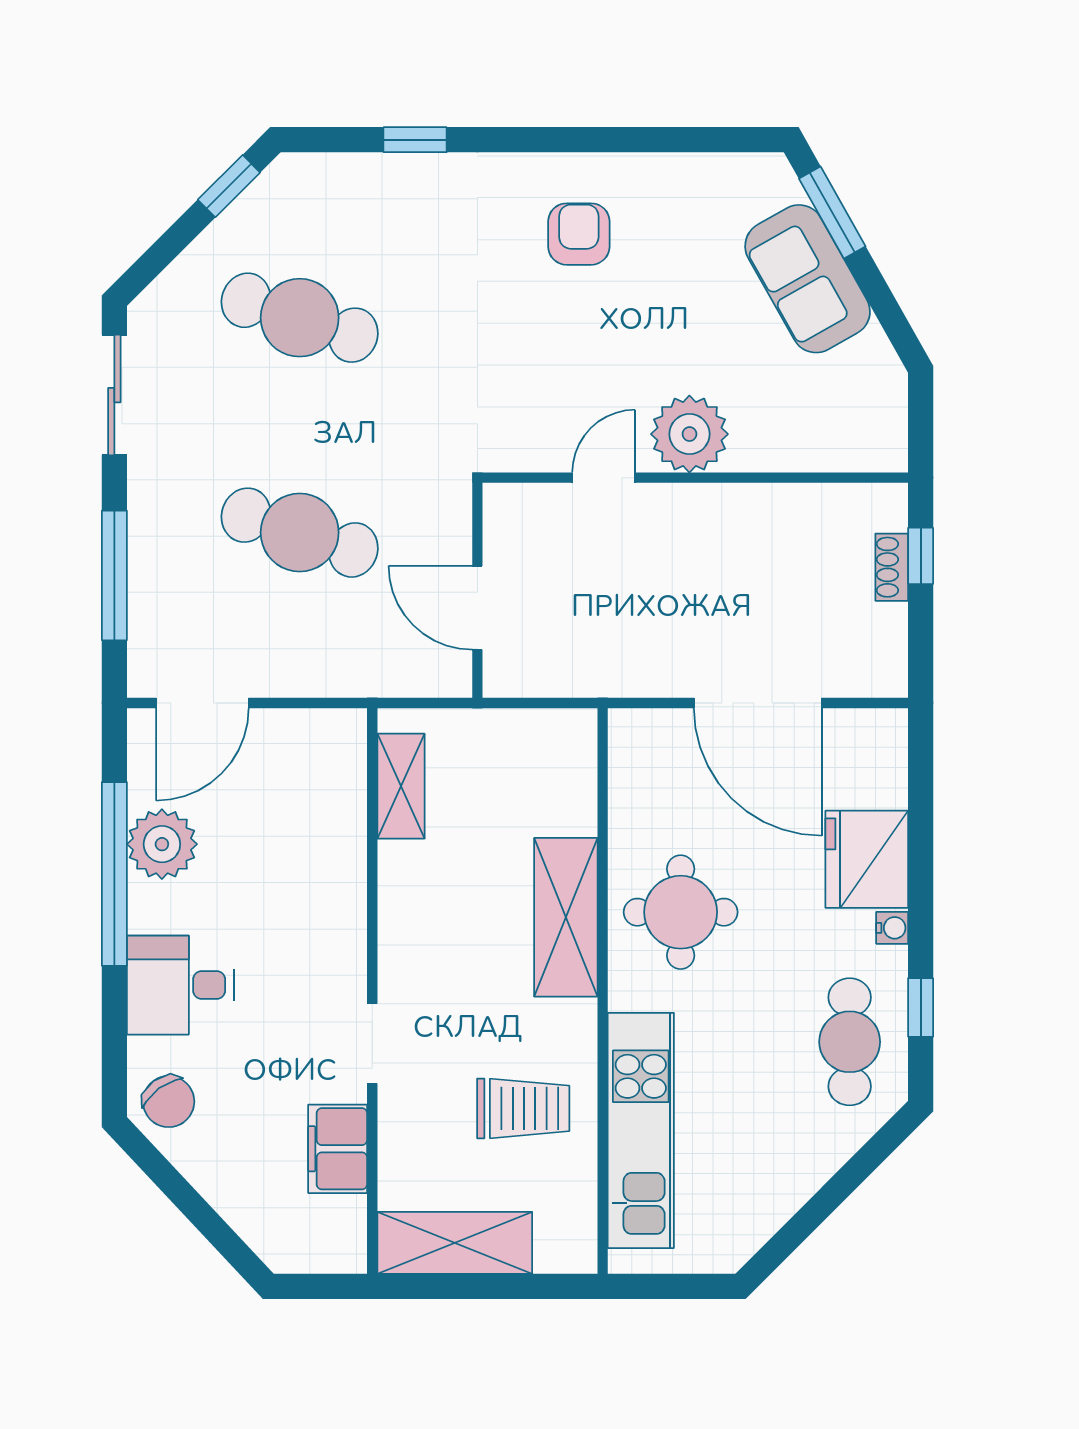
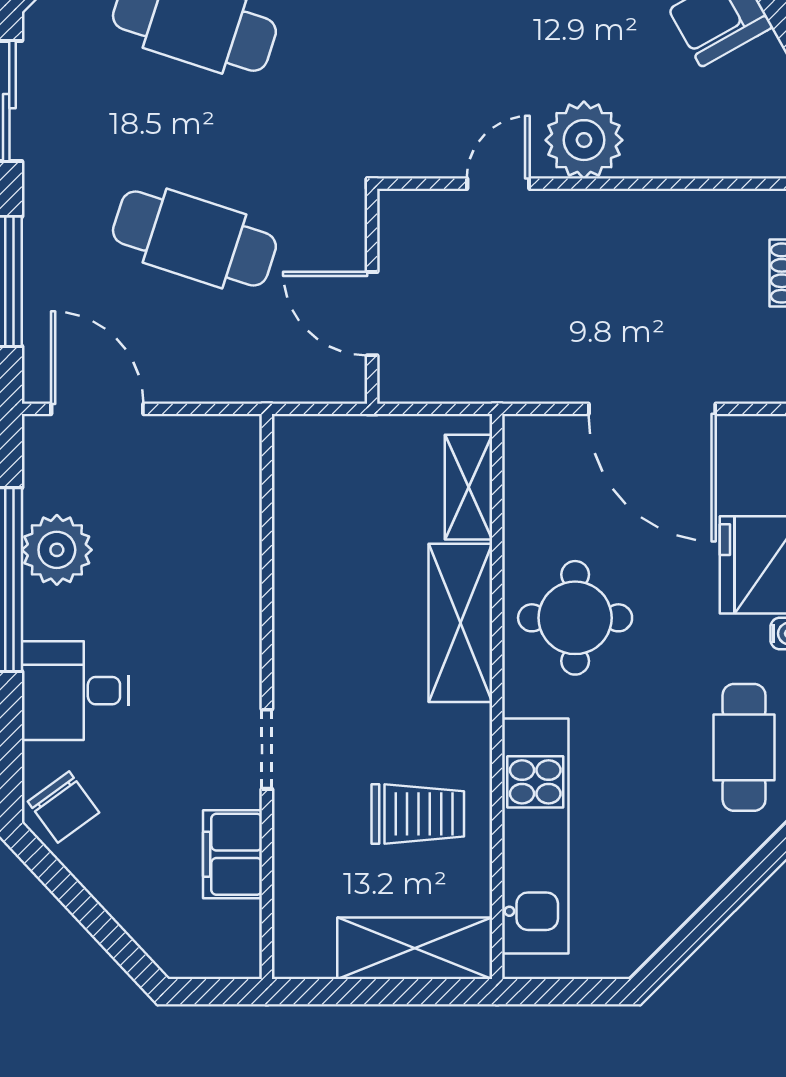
door: (202, 703) -> (97, 409), swing flipped
shelving: (401, 786) -> (468, 487), moved
shelving: (455, 1243) -> (415, 948), moved

